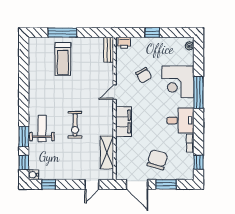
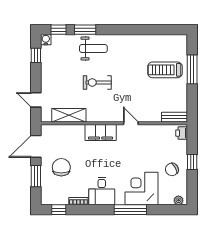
chair: (144, 75) -> (172, 169), moved
chair: (157, 160) -> (61, 167), turned -106

